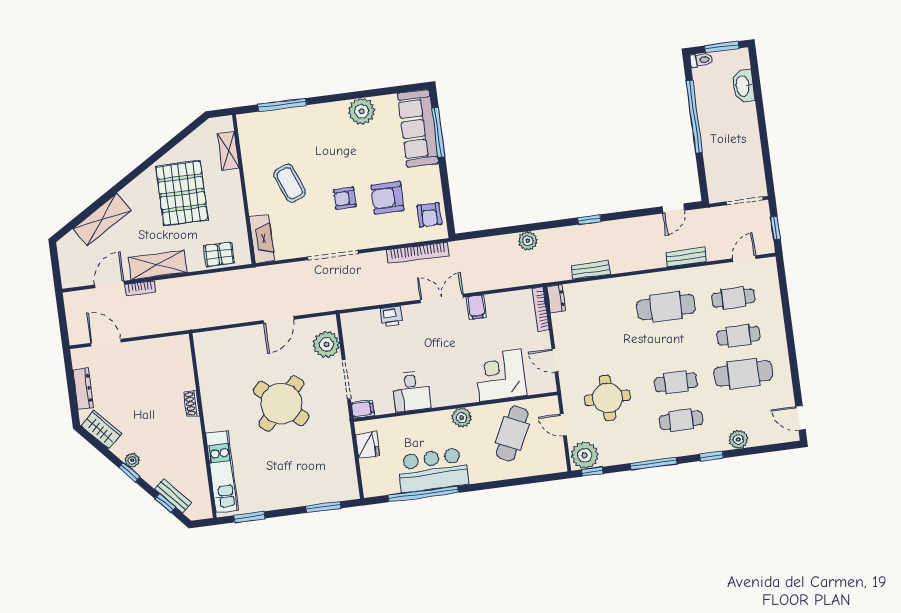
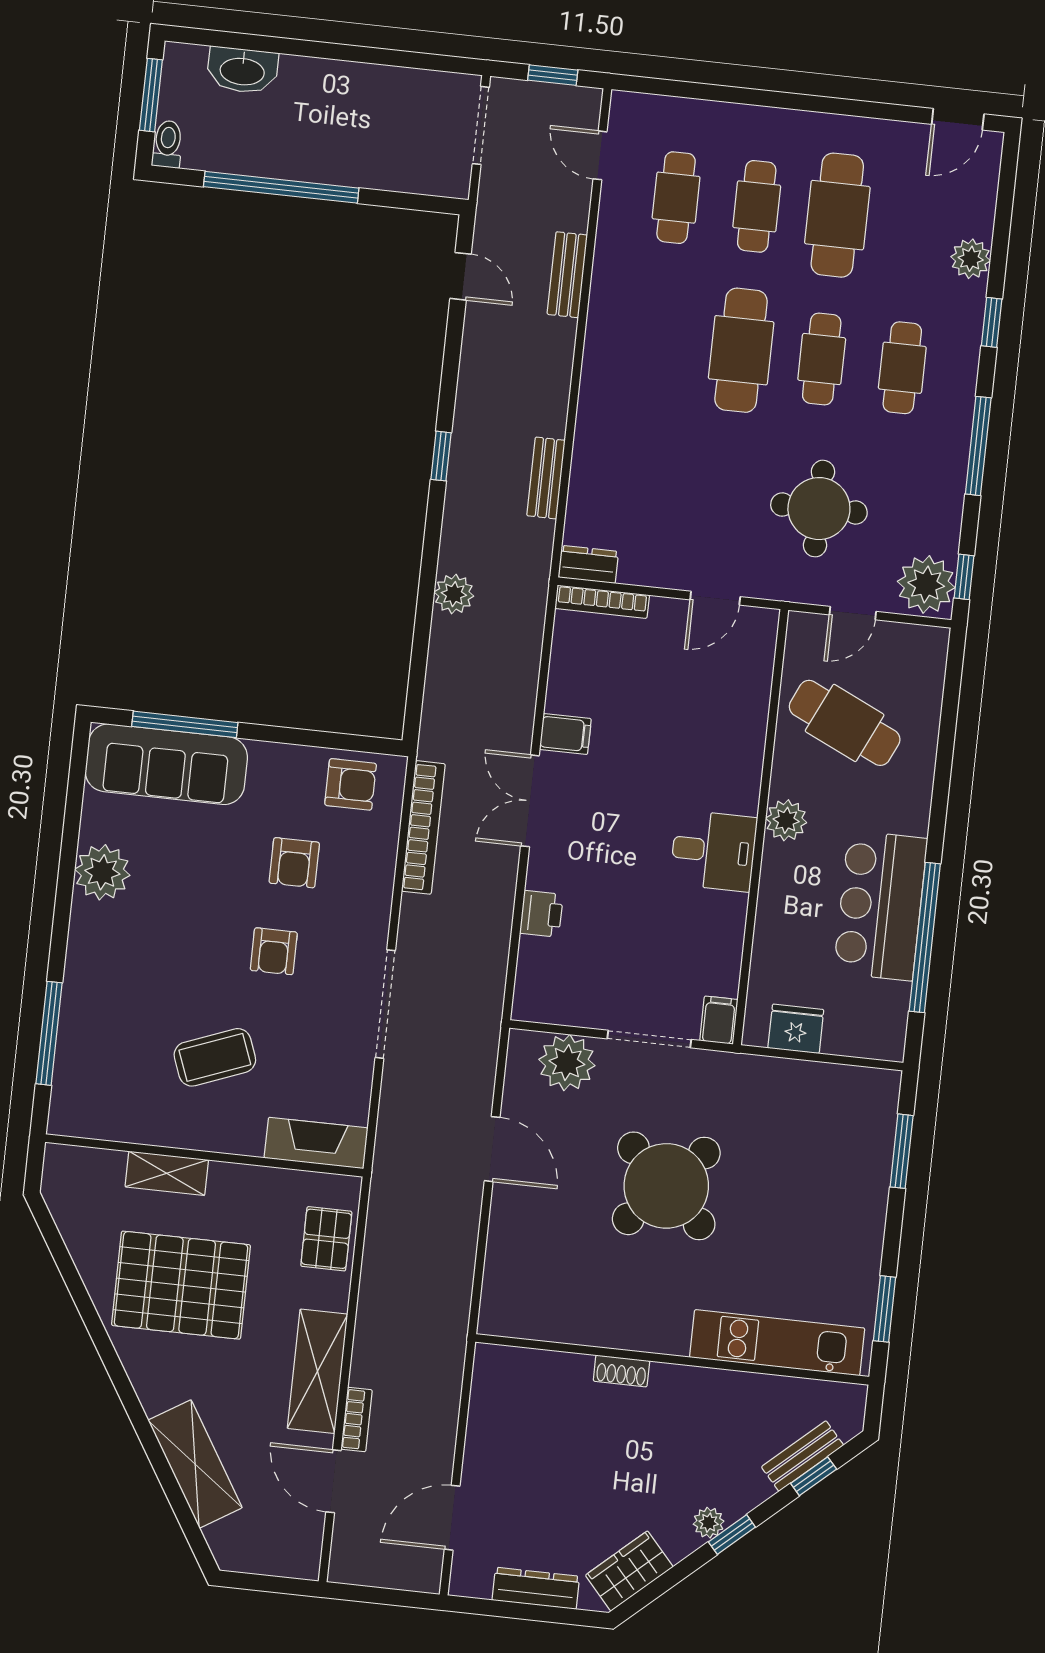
shelving: (228, 151) -> (167, 1173), moved
armchair: (387, 198) -> (294, 863), width x0.72, depth x0.72
cafe table: (666, 307) -> (741, 350), moved
corner desk: (501, 375) -> (718, 718), removed
desk: (411, 391) -> (713, 851), moved

